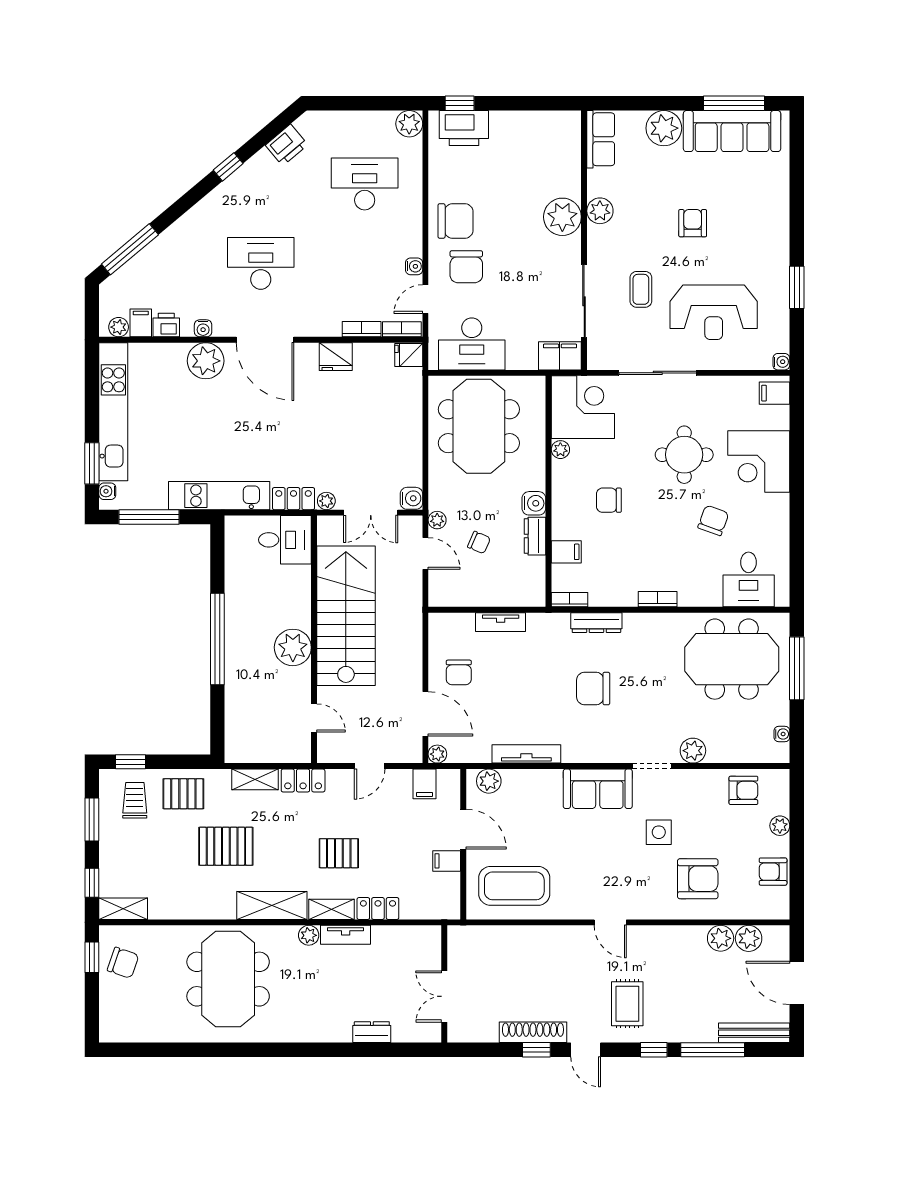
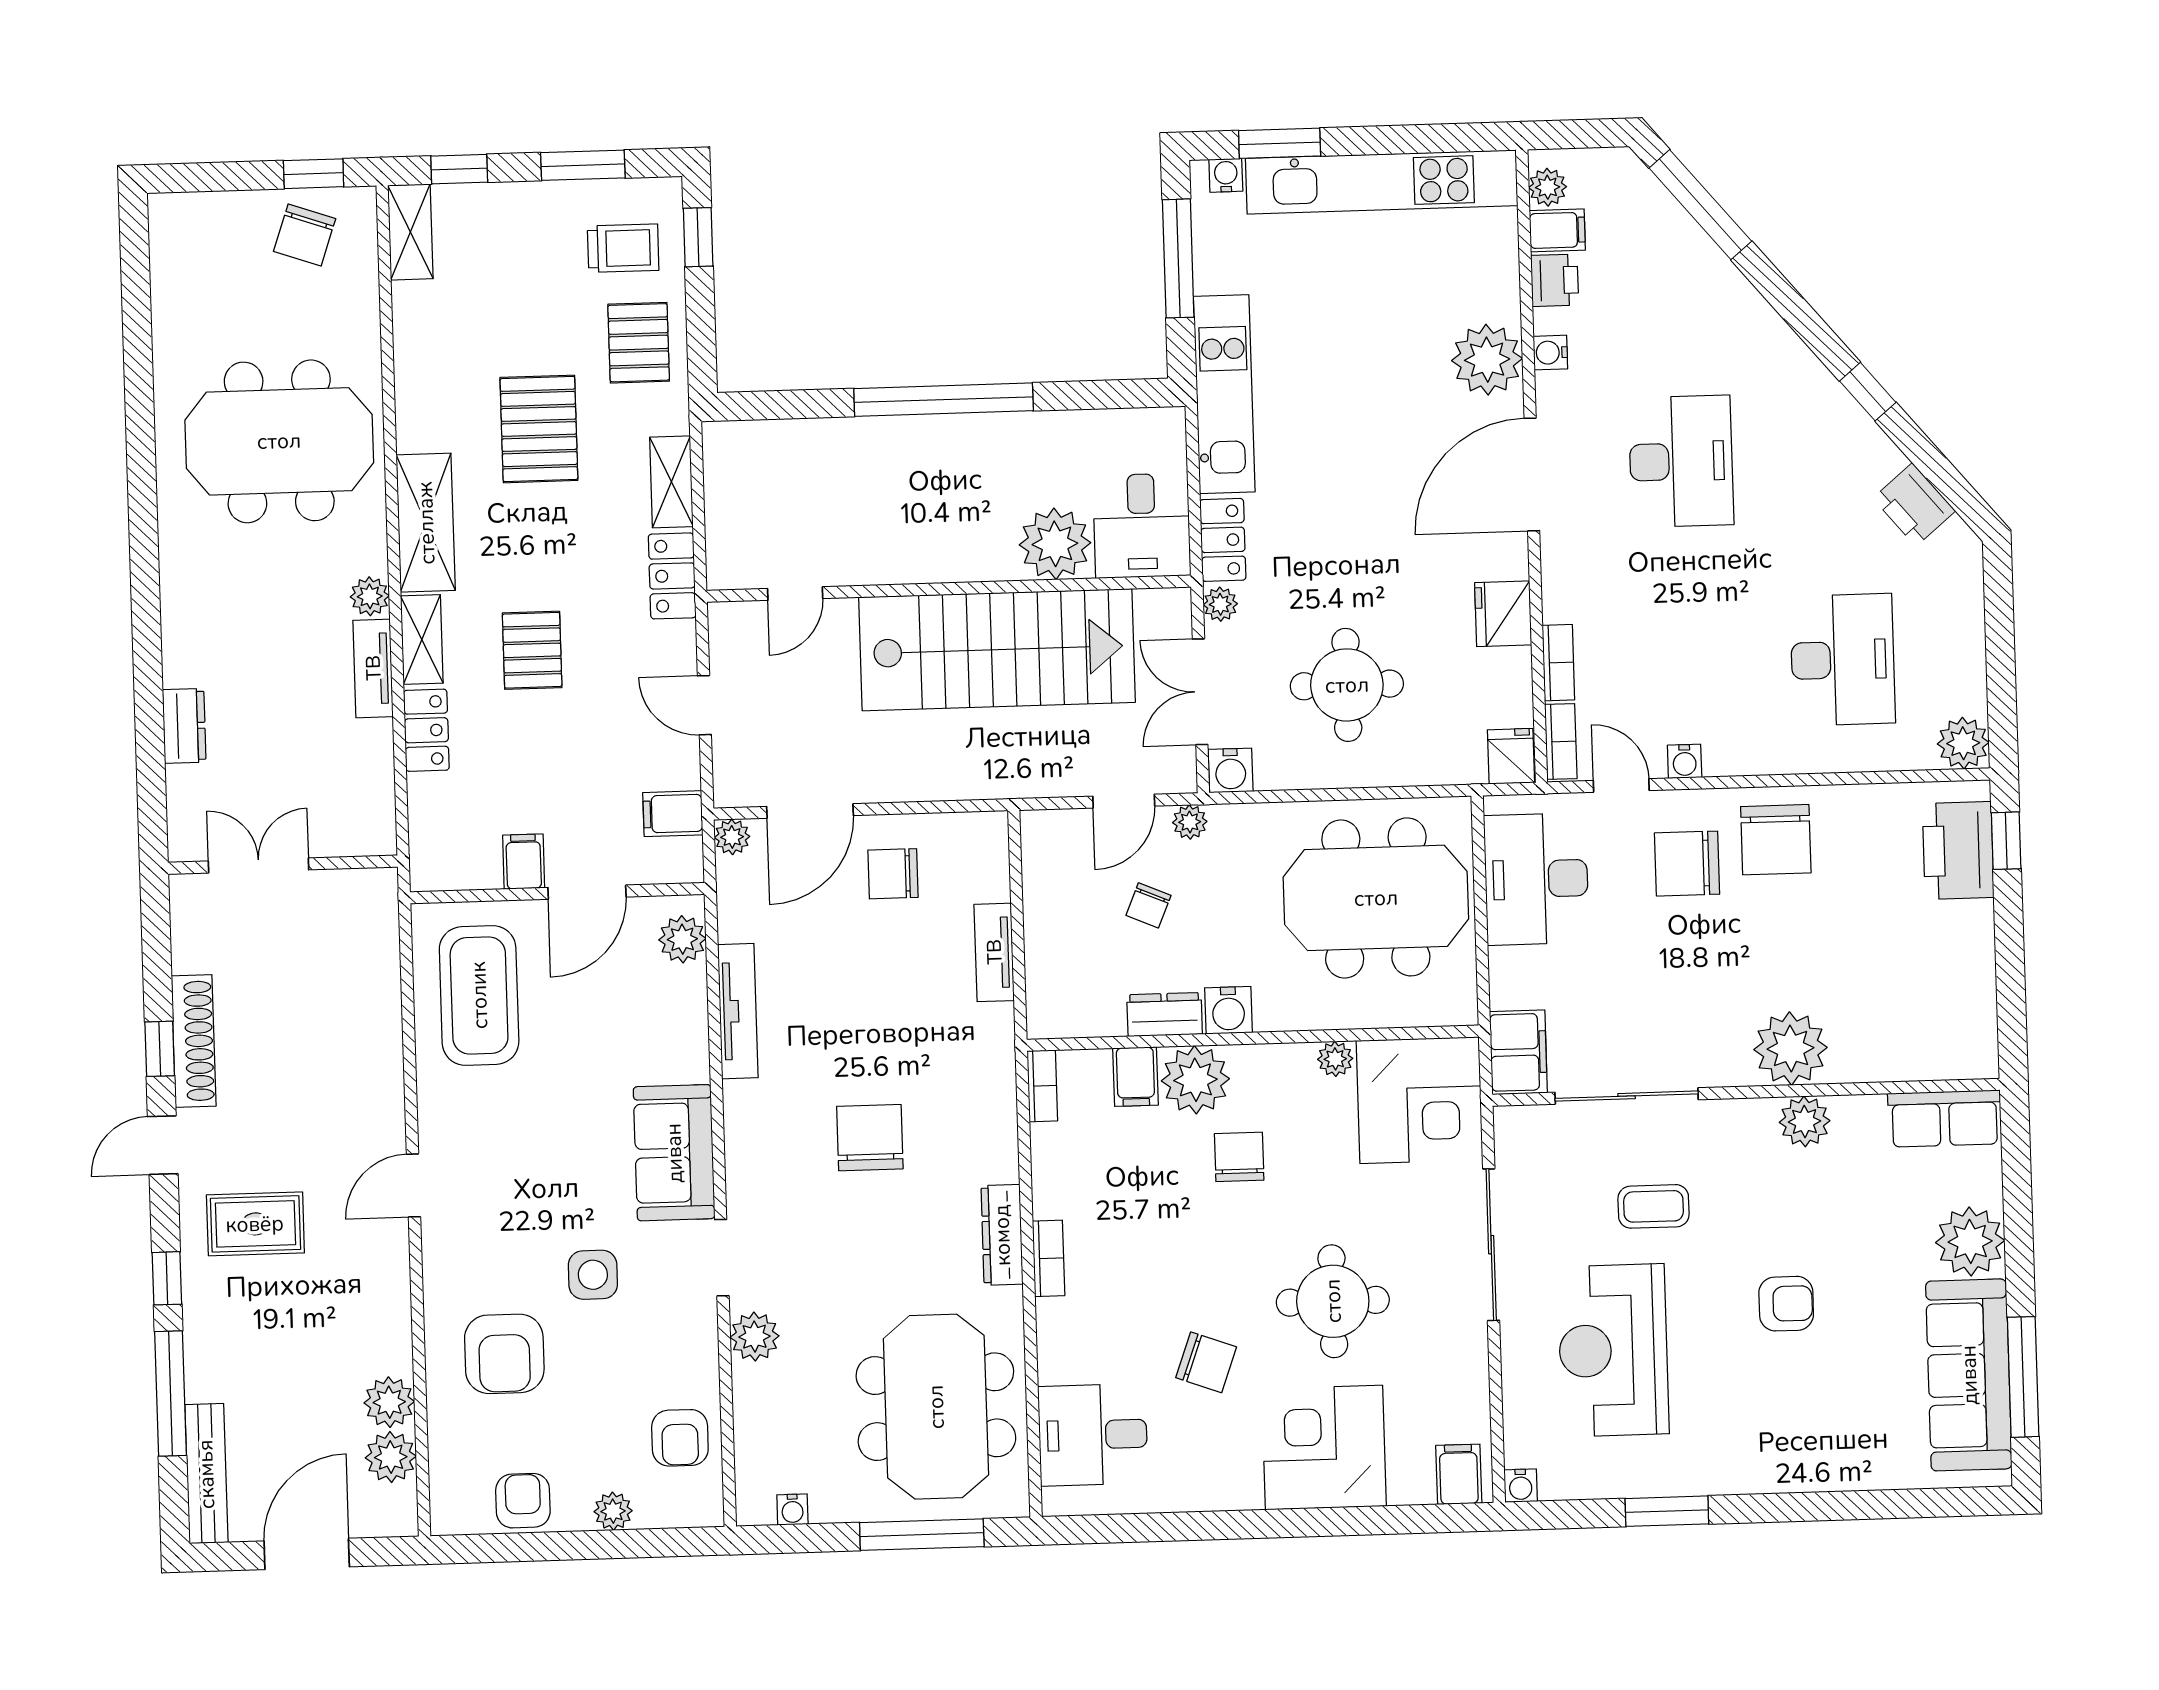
round table: (370, 438) -> (1347, 685), added
plant: (569, 521) -> (1195, 1080), added
dresser: (596, 623) -> (1002, 1235), moved
plant: (293, 647) -> (1055, 544), moved

